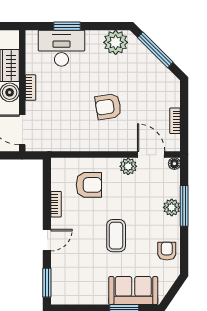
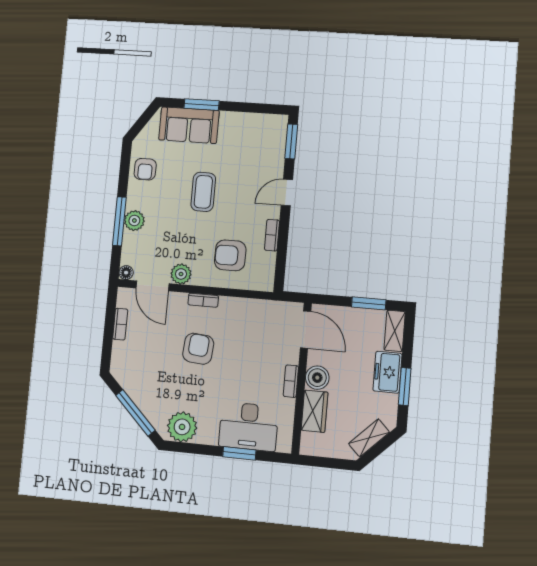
armchair: (108, 107) -> (198, 349), turned -76
bookcase: (108, 146) -> (203, 300), added

